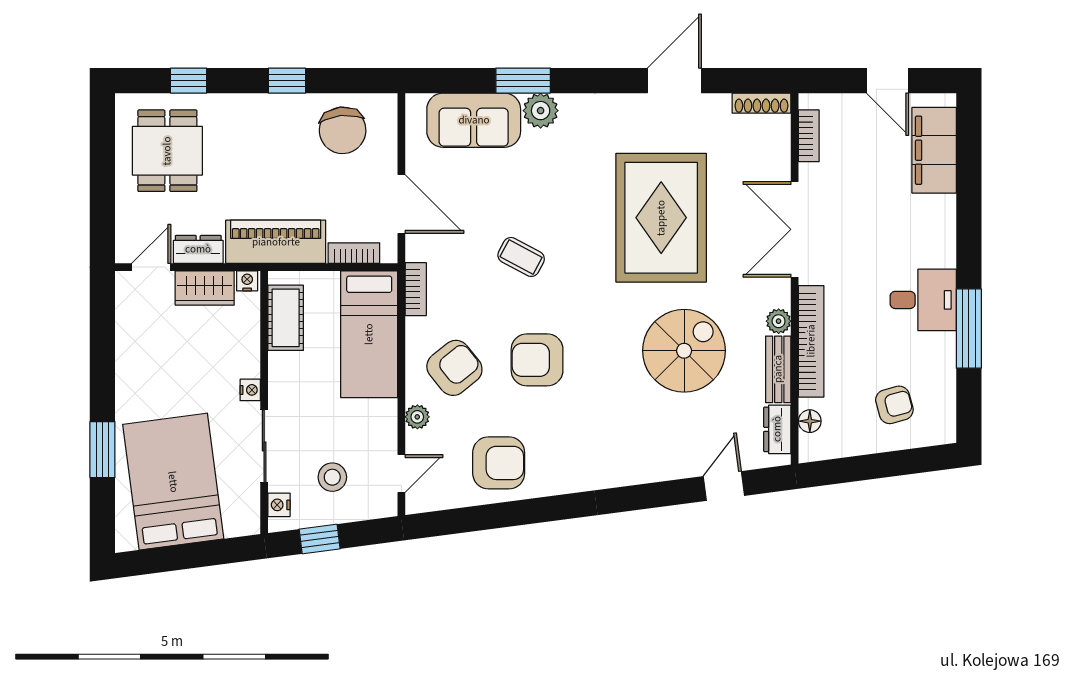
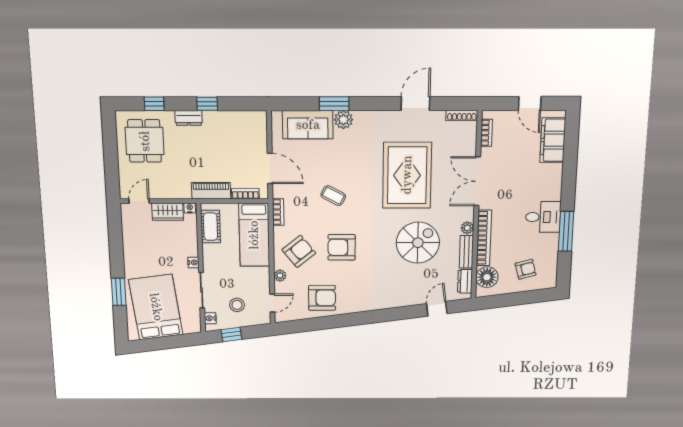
chair: (343, 130) -> (238, 130), removed
piano: (276, 242) -> (211, 191), width x0.73, depth x0.75
dresser: (198, 249) -> (189, 118), moved, turned 180
floor lamp: (810, 421) -> (487, 277), width x1.89, depth x1.89

